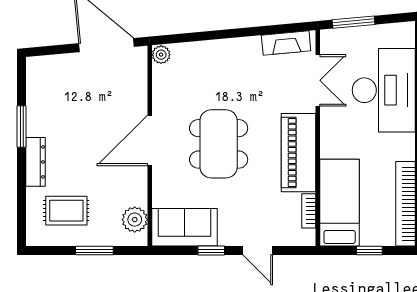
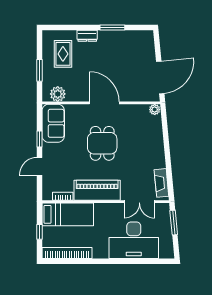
dining table: (219, 144) -> (102, 143), width x0.73
dresser: (36, 162) -> (87, 36), width x0.70

